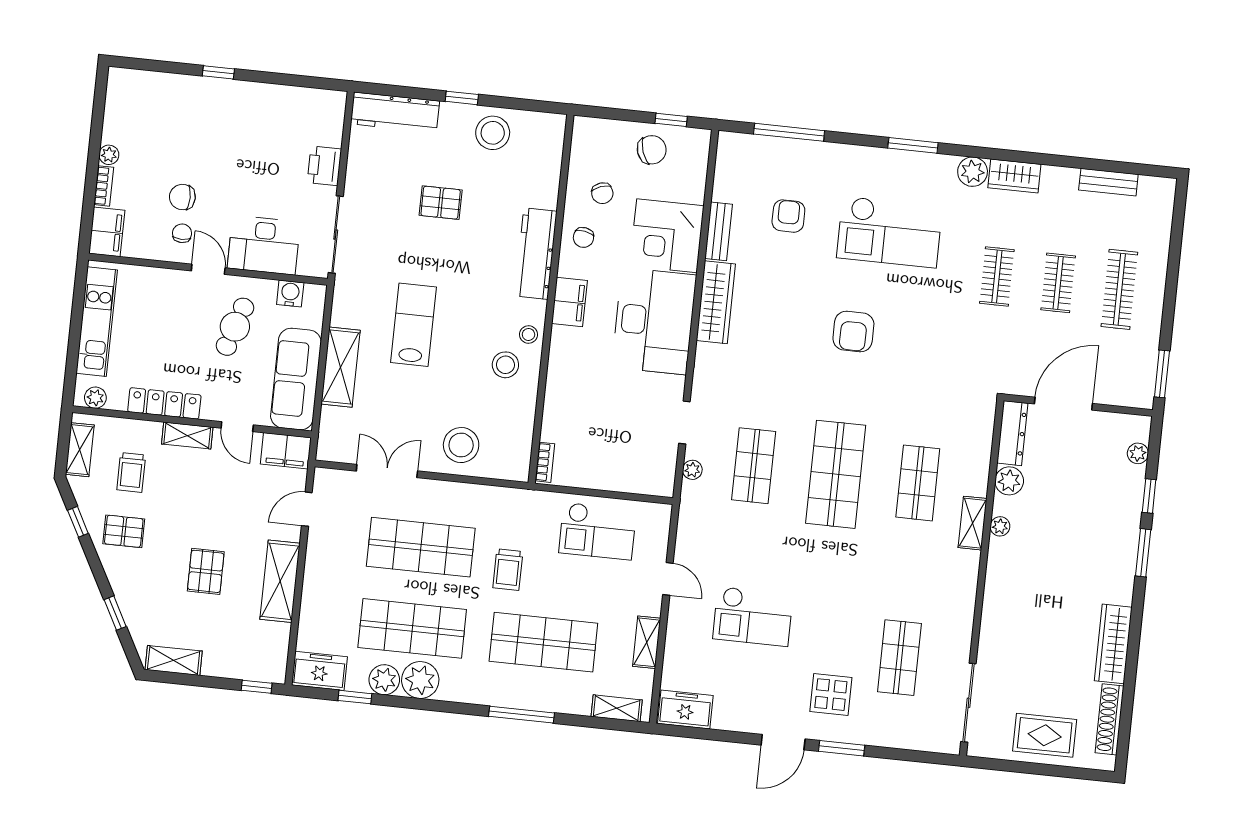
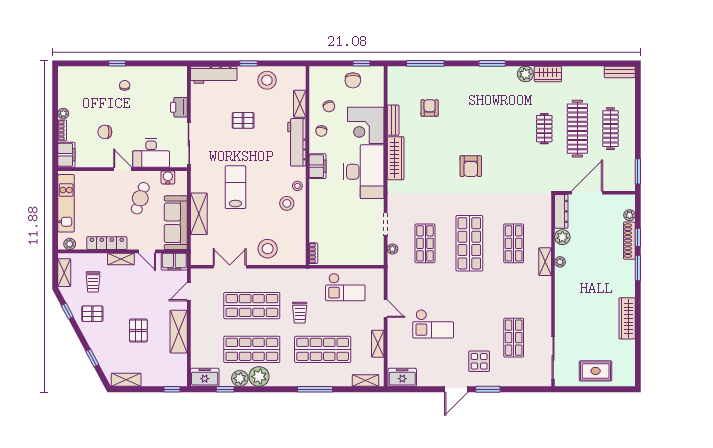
chair: (652, 150) -> (353, 80), turned 109
bench: (1108, 182) -> (620, 72), moved
shelving: (549, 183) -> (300, 104), added
checkout: (890, 232) -> (484, 111), removed
chair: (182, 233) -> (125, 85), moved
clothes rail: (1058, 283) -> (577, 129), width x1.86, depth x1.31
shoe rack: (1110, 719) -> (629, 241), moved

